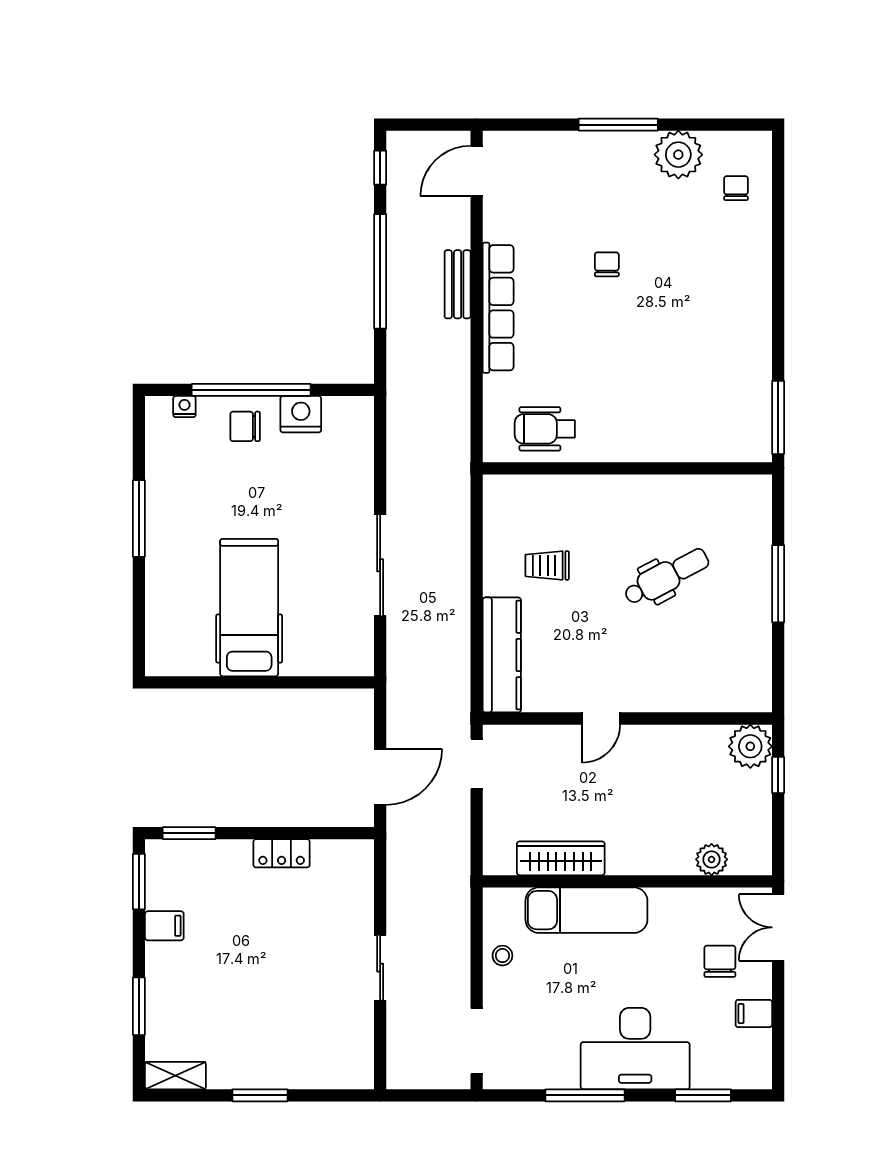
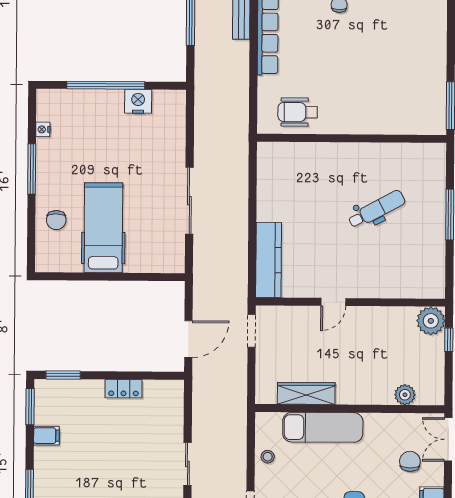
nightstand: (184, 407) -> (43, 129), moved, turned -90
chair: (245, 426) -> (56, 220), moved, turned -90
trolley: (547, 565) -> (299, 202), removed

